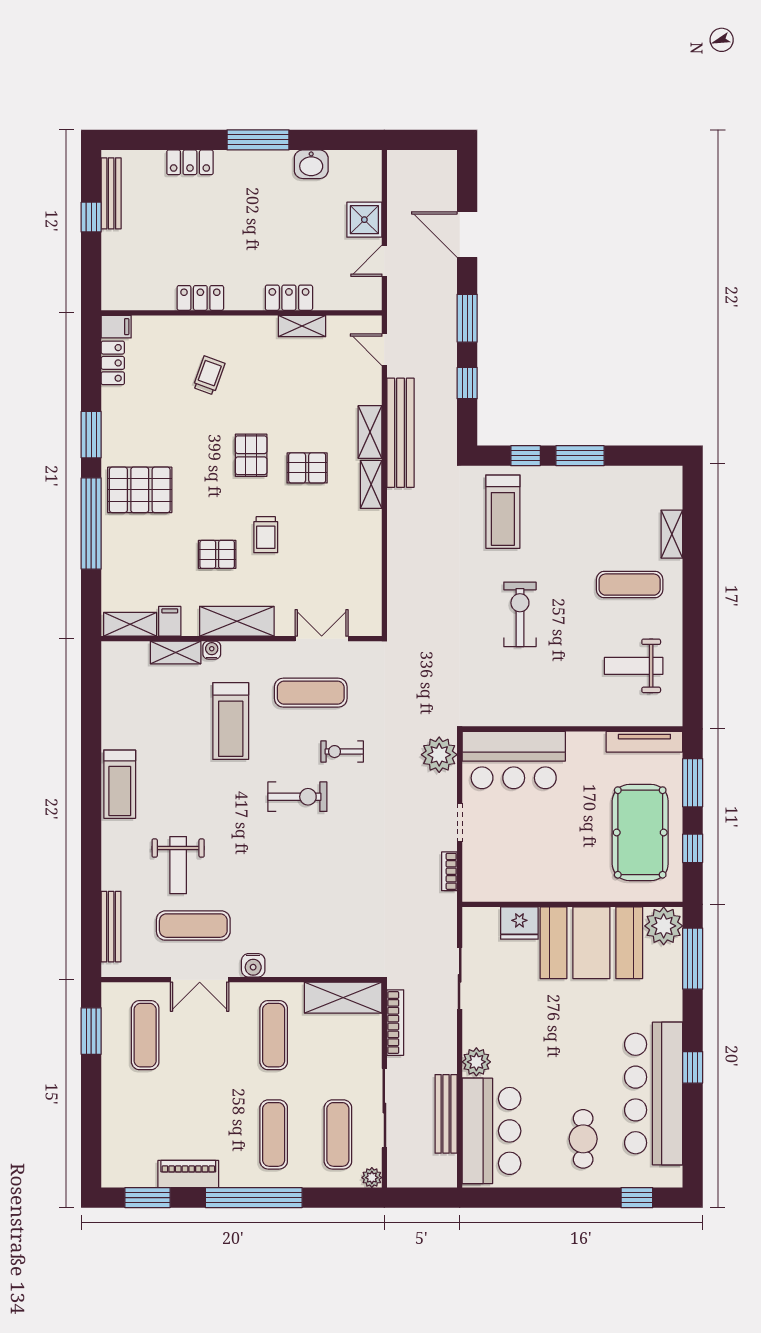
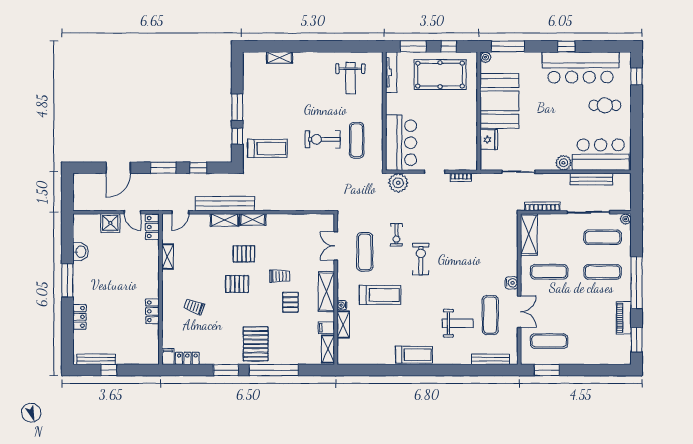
locker: (289, 298) -> (152, 227), moved
pallet: (307, 468) -> (244, 254), turned 90
exercise mat: (630, 585) -> (357, 140), moved
plant: (664, 926) -> (486, 57), width x0.53, depth x0.53

